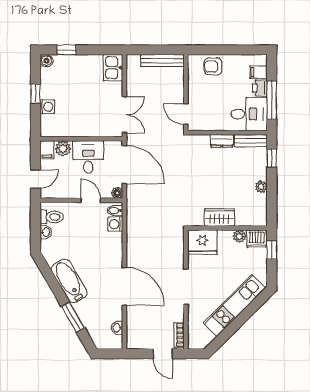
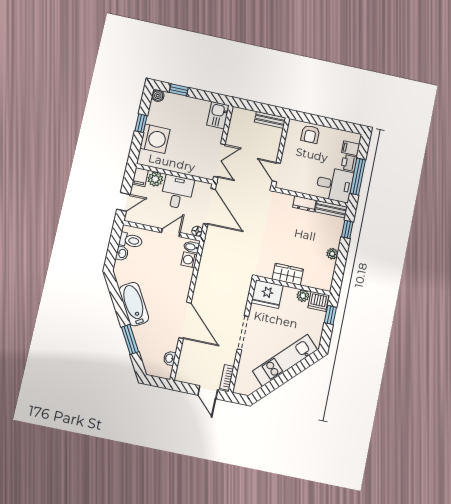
bench: (162, 61) -> (270, 120), width x0.73
armchair: (213, 66) -> (310, 134), turned -90
washing machine: (47, 107) -> (155, 139), width x1.89, depth x1.89
door: (91, 200) -> (171, 233), hinge flipped

